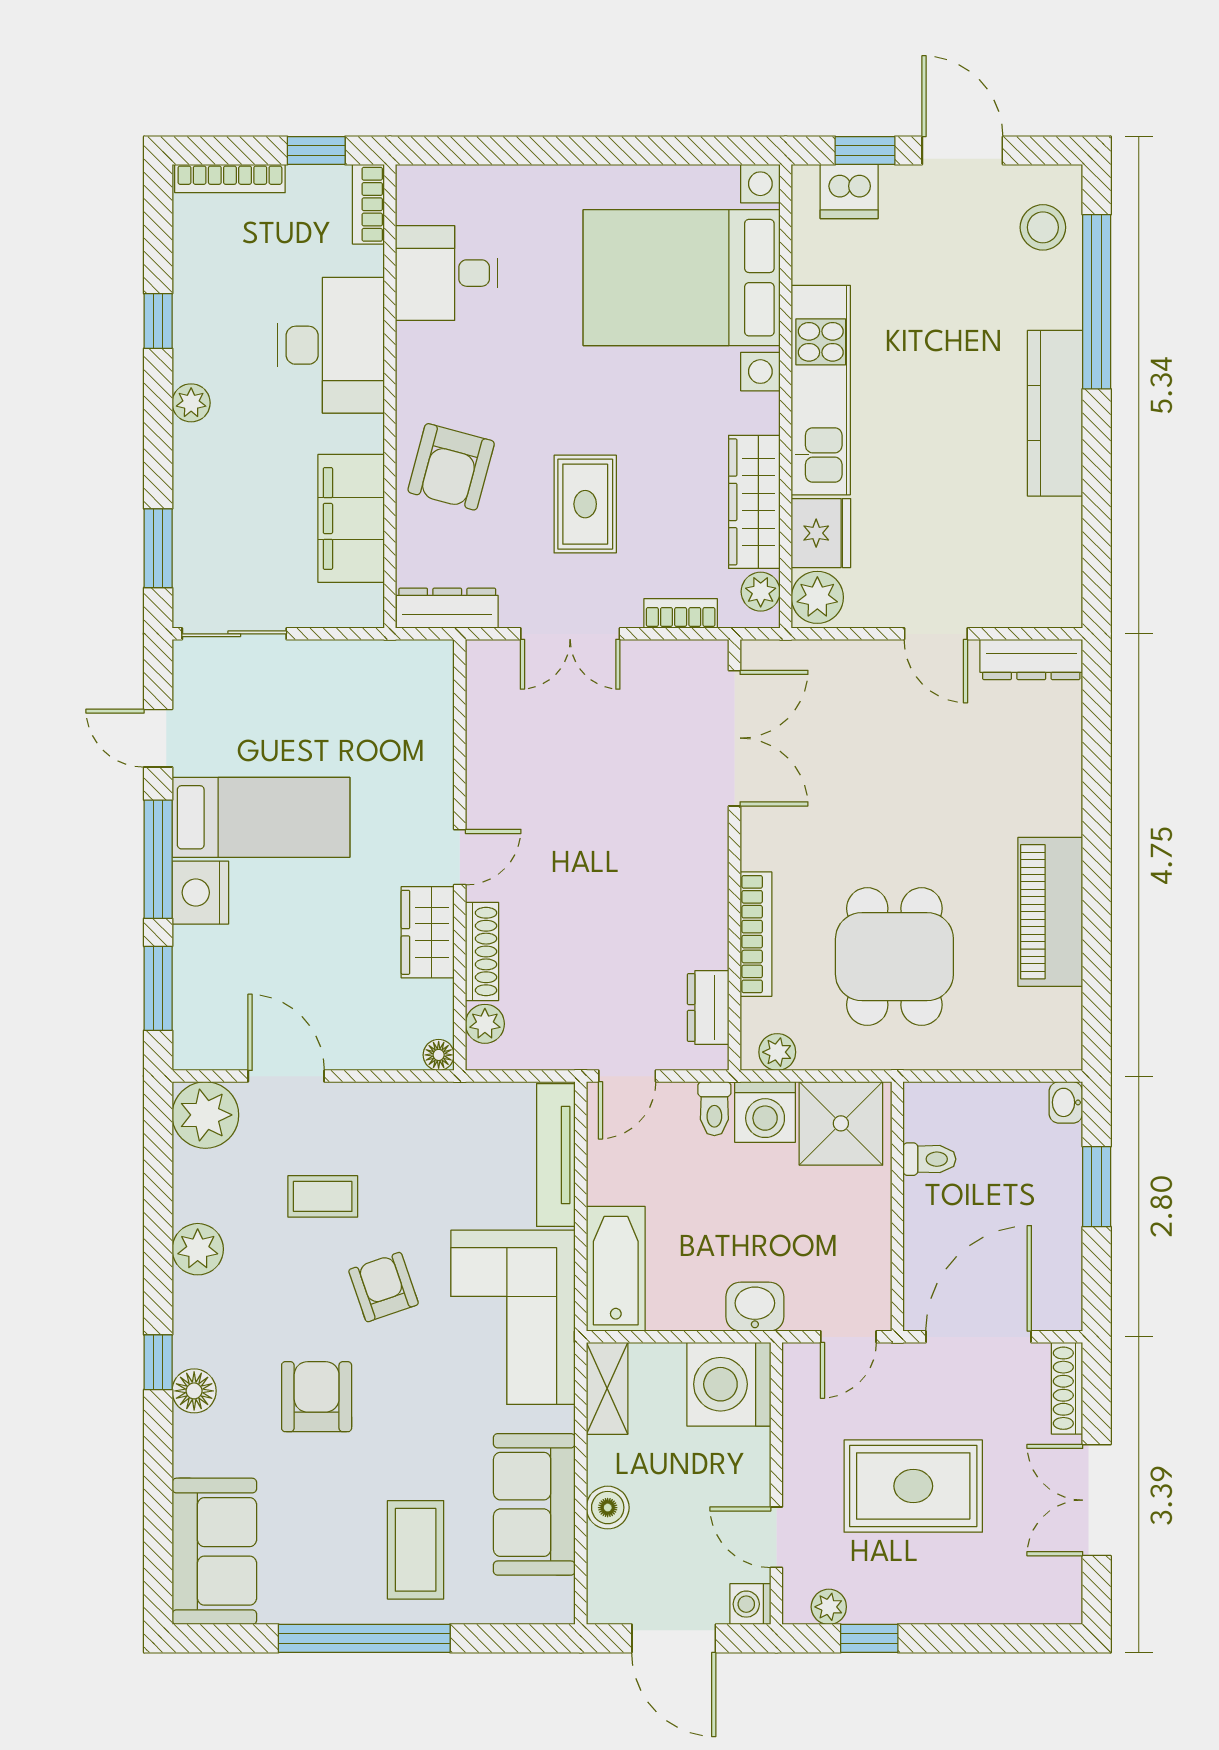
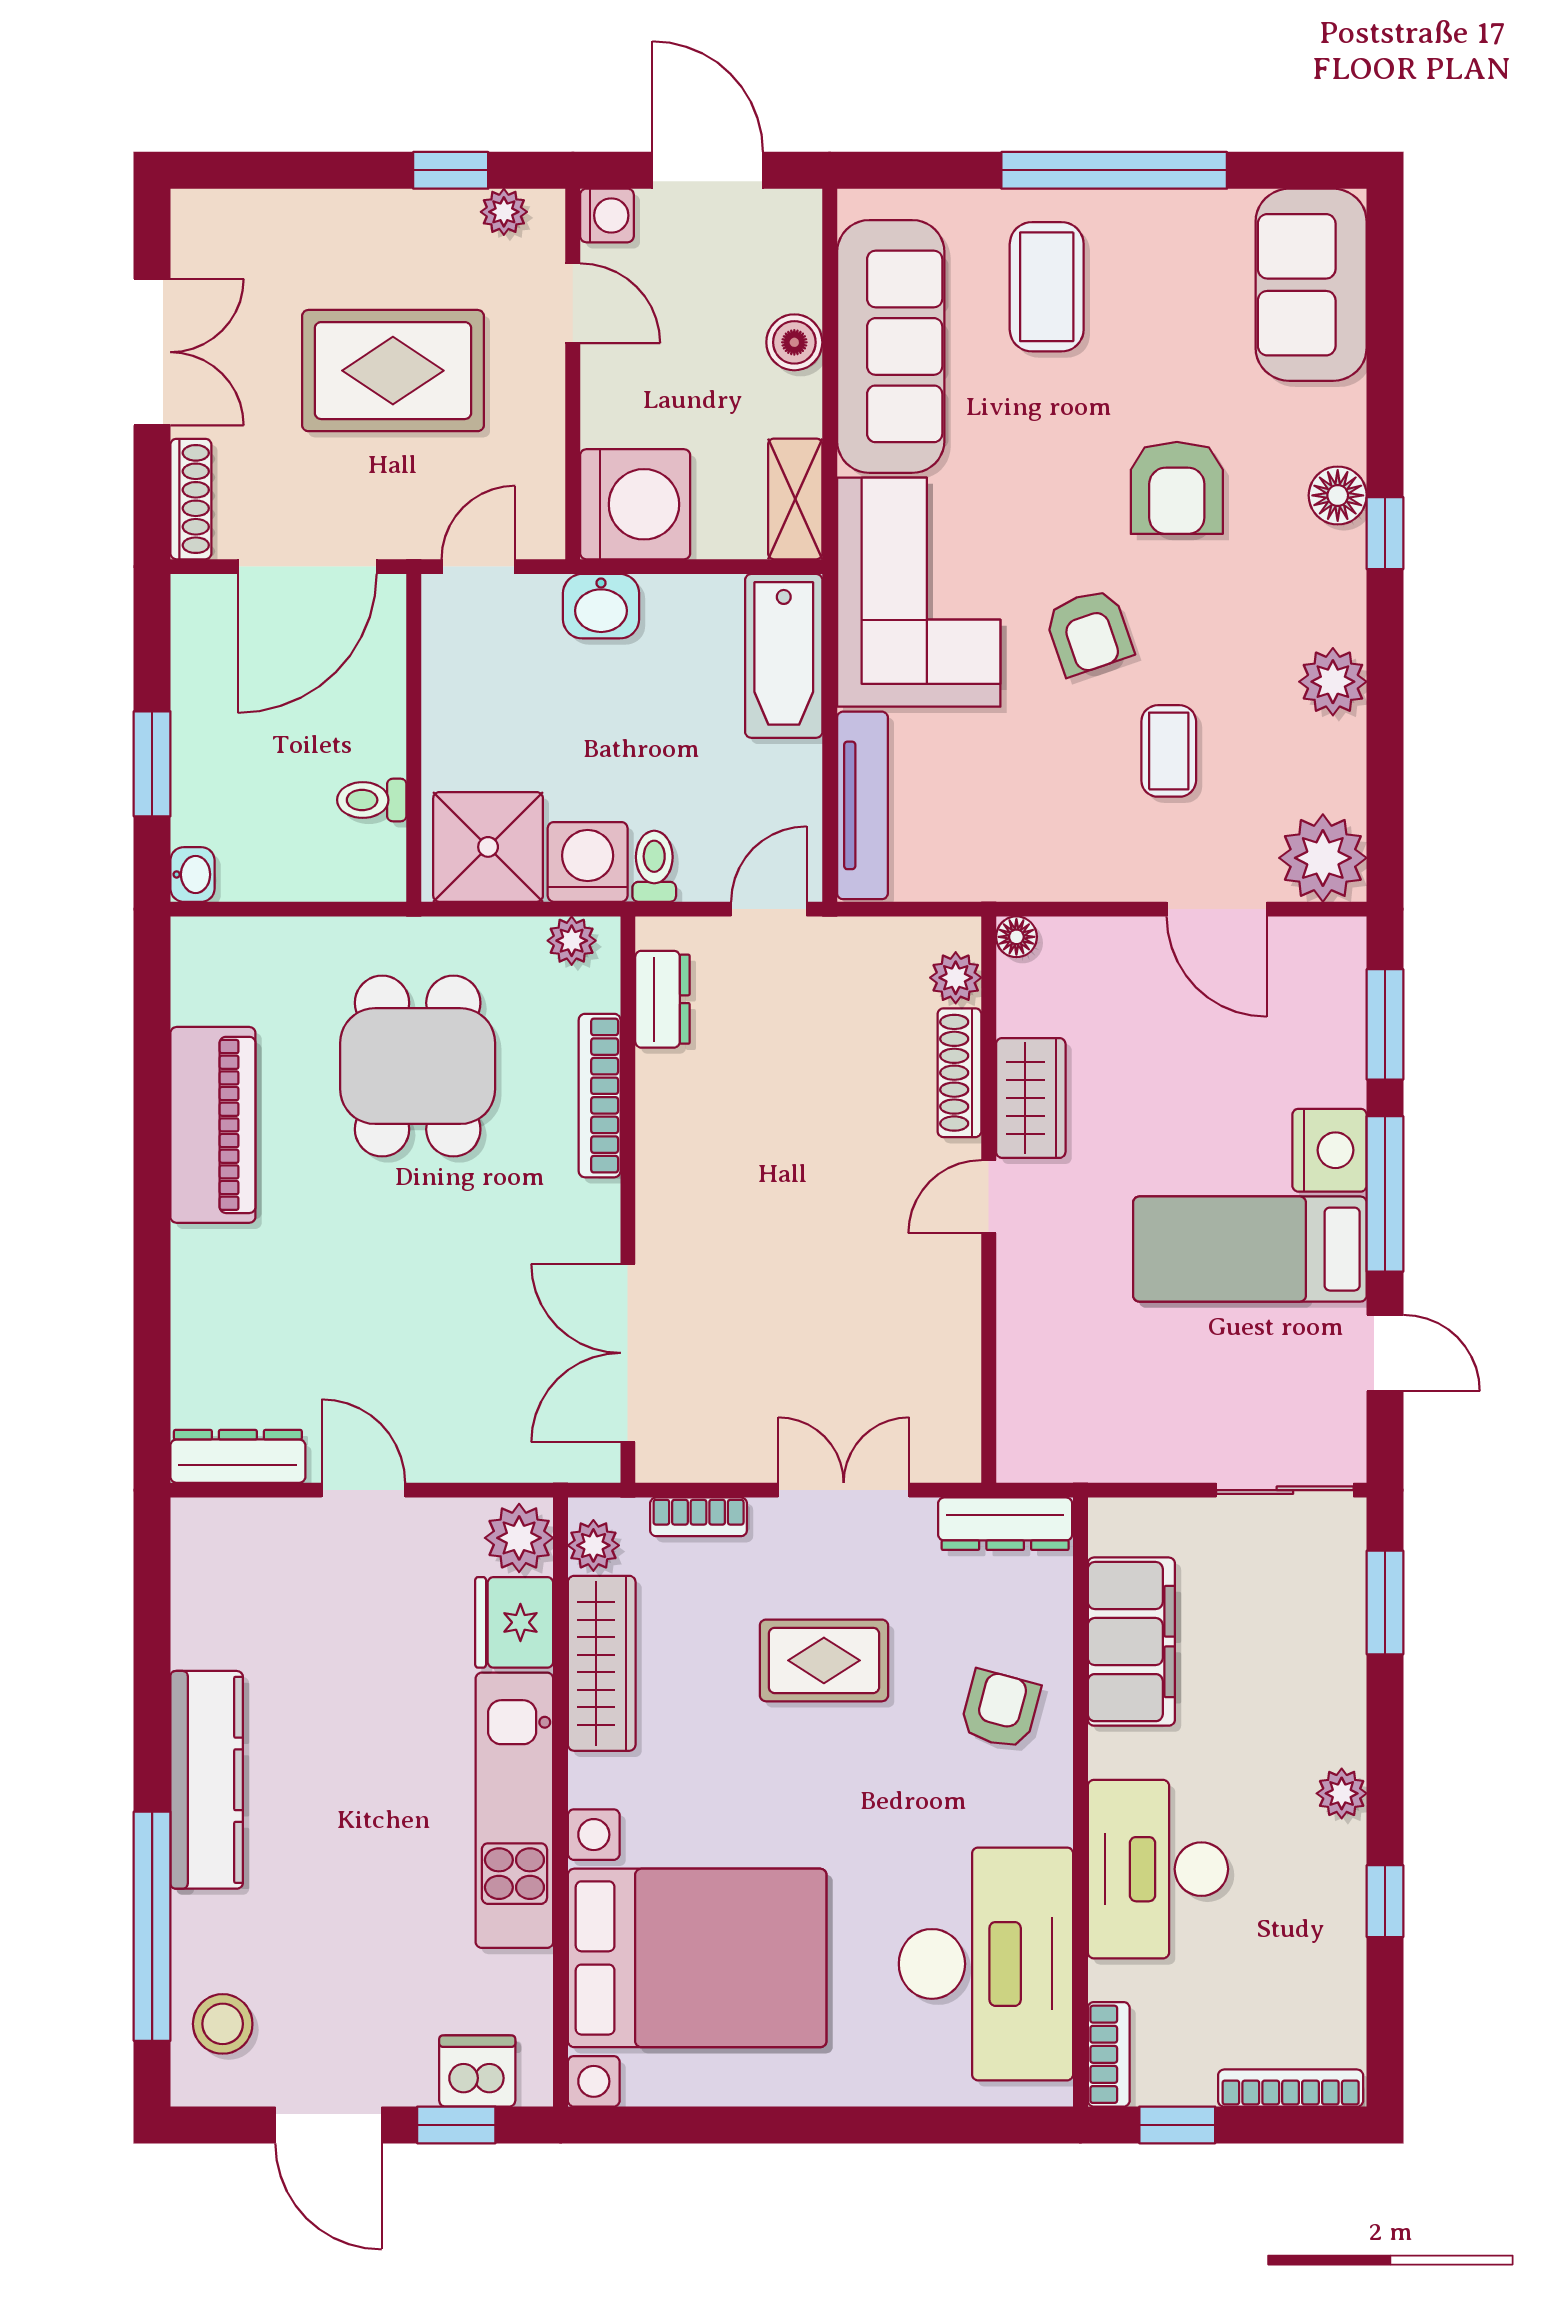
desk: (447, 273) -> (986, 1964), width x1.87, depth x1.30
armchair: (451, 467) -> (1000, 1709), width x0.72, depth x0.72
rug: (585, 504) -> (824, 1660), turned 90
coffee table: (323, 1196) -> (1169, 751), turned 90
sofa: (534, 1504) -> (891, 346), width x1.36

